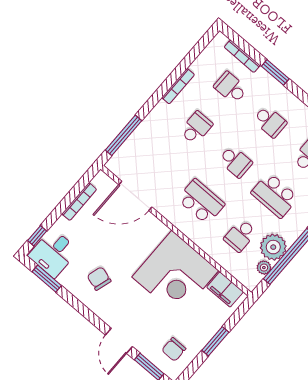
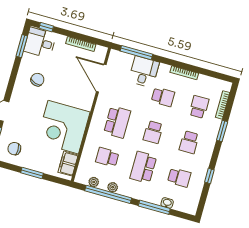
desk: (153, 137) -> (144, 72), added
plant: (273, 247) -> (113, 187), width x0.53, depth x0.53

